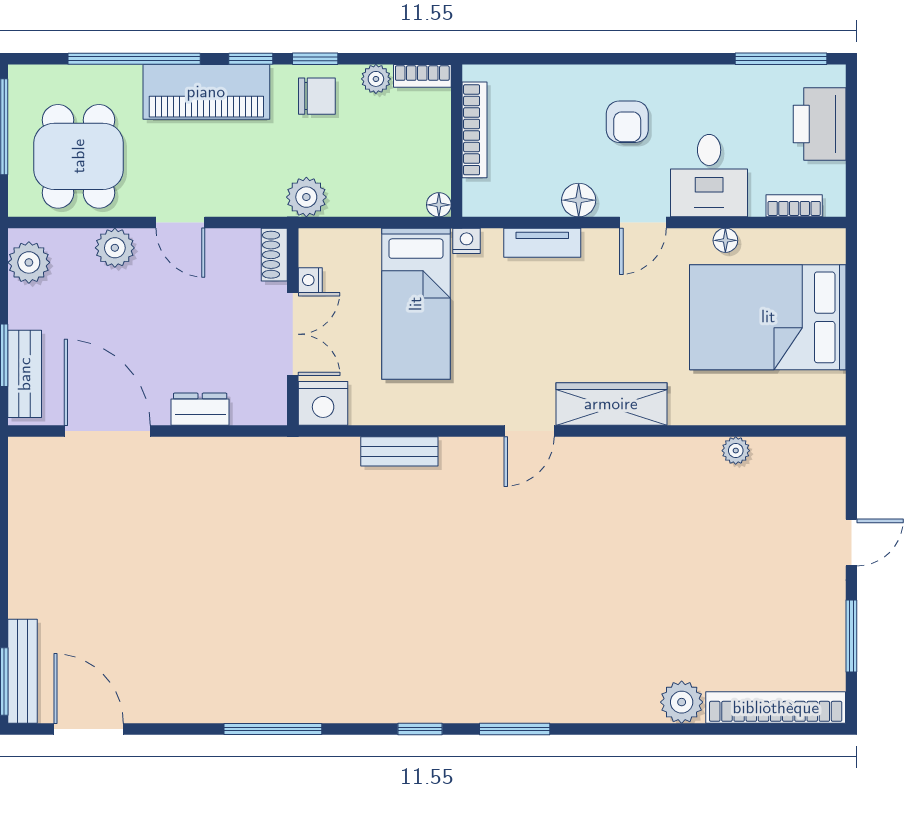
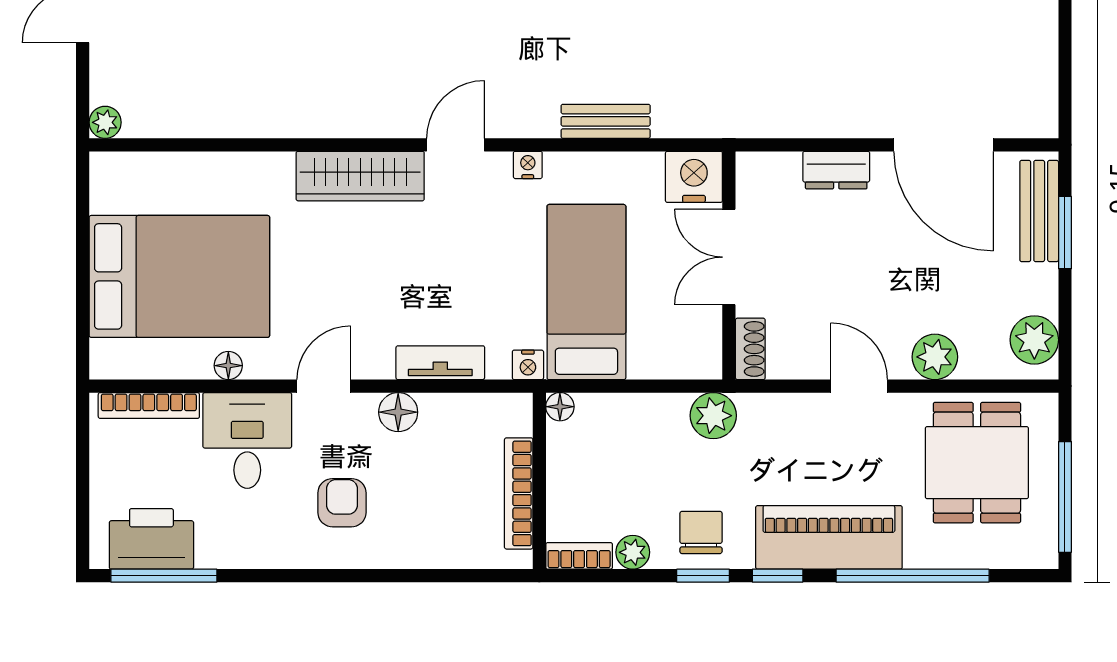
chair: (317, 96) -> (701, 532), turned 90
printer: (820, 124) -> (151, 539), moved, turned -90
bookcase: (794, 206) -> (149, 405), width x1.56
nightstand: (310, 280) -> (528, 165), moved, turned -90
plant: (736, 451) -> (105, 122), moved

